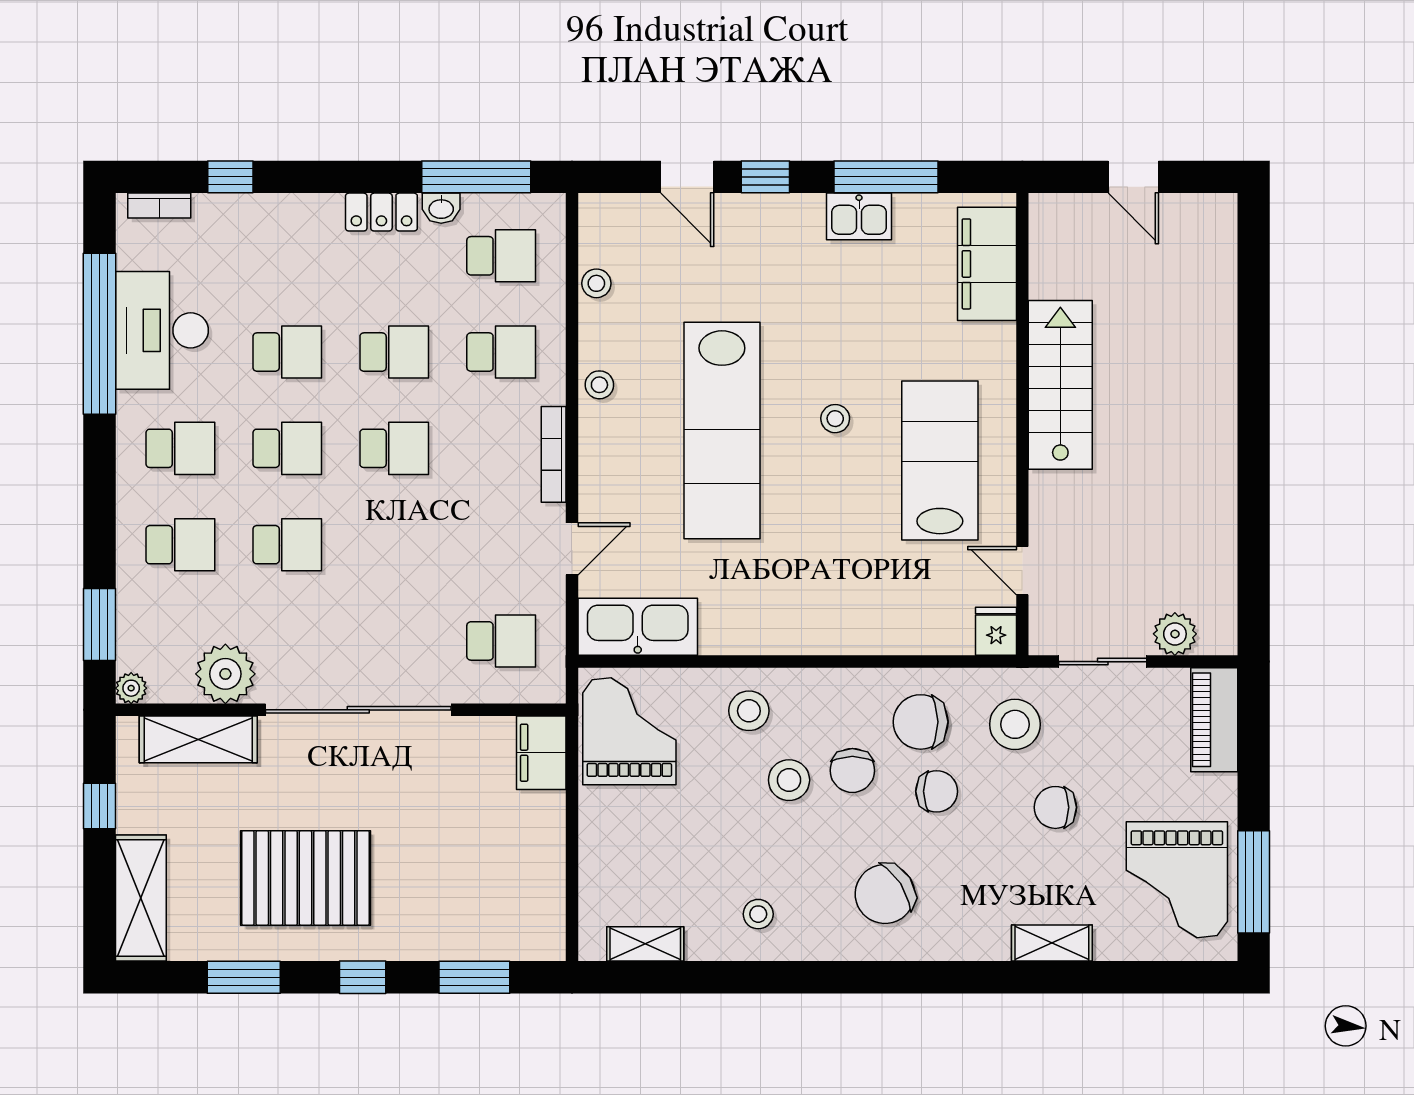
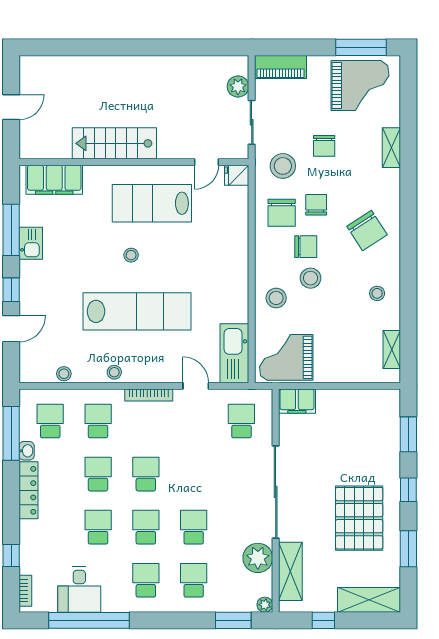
locker: (381, 212) -> (29, 490), width x1.53
desk: (162, 330) -> (79, 589), width x0.73

